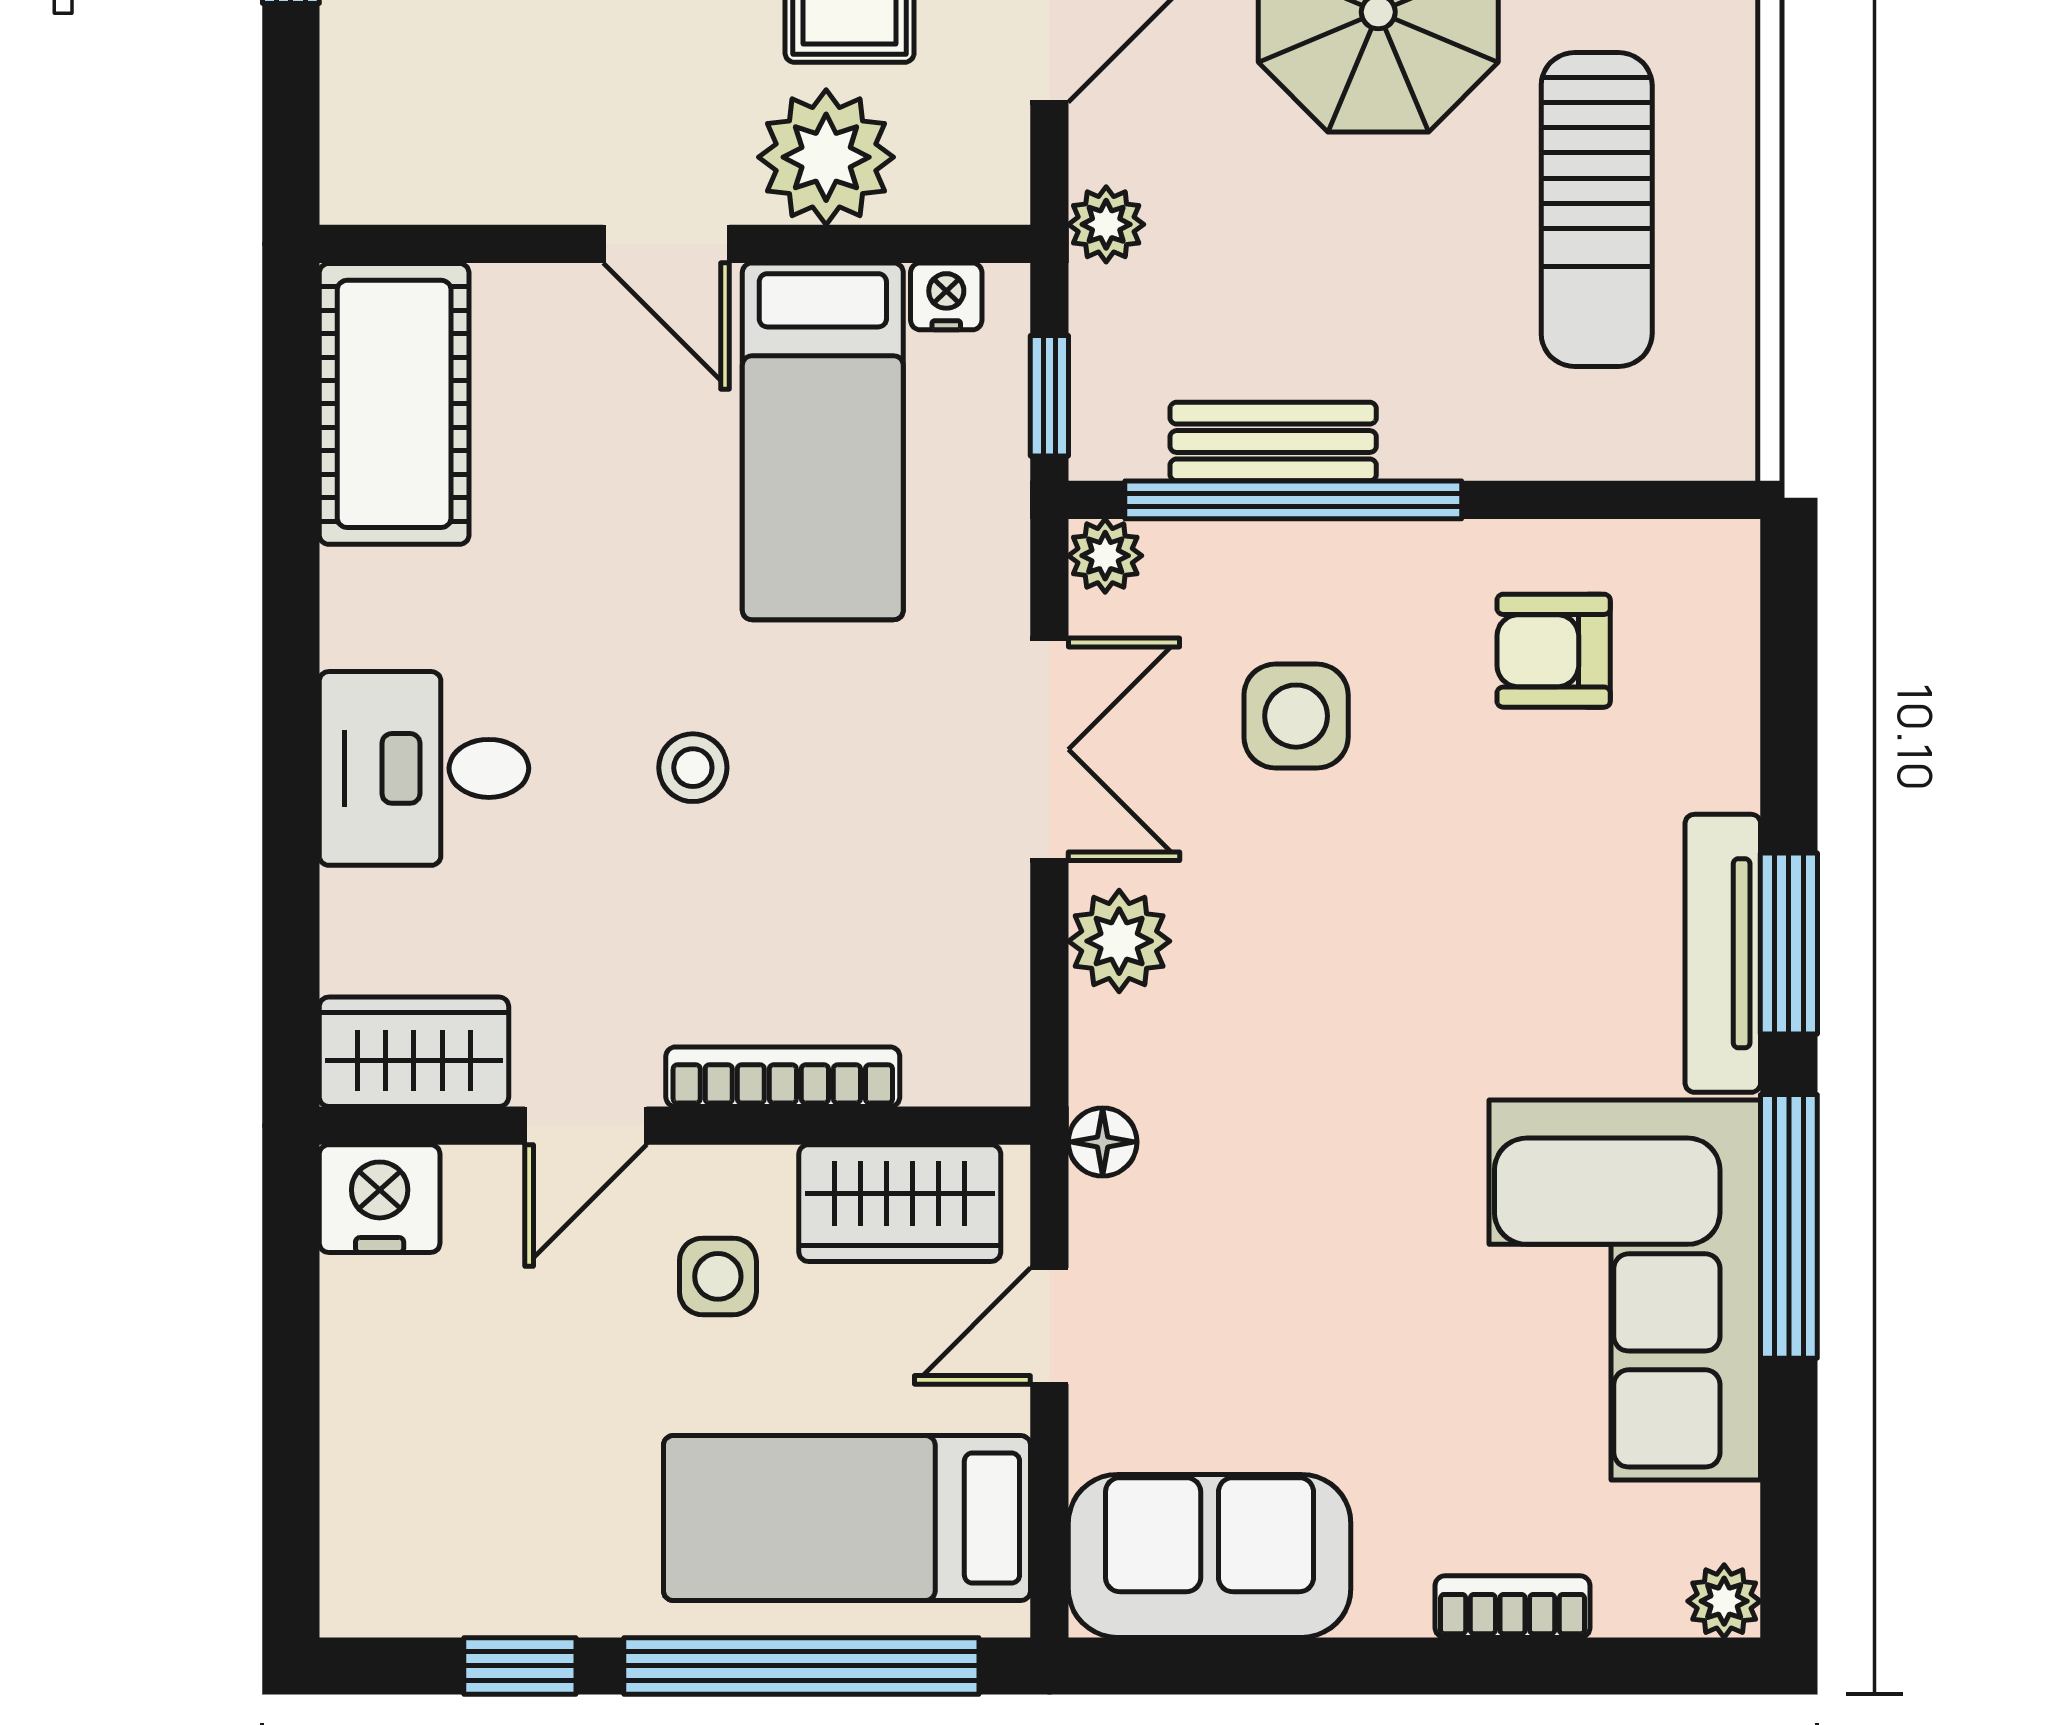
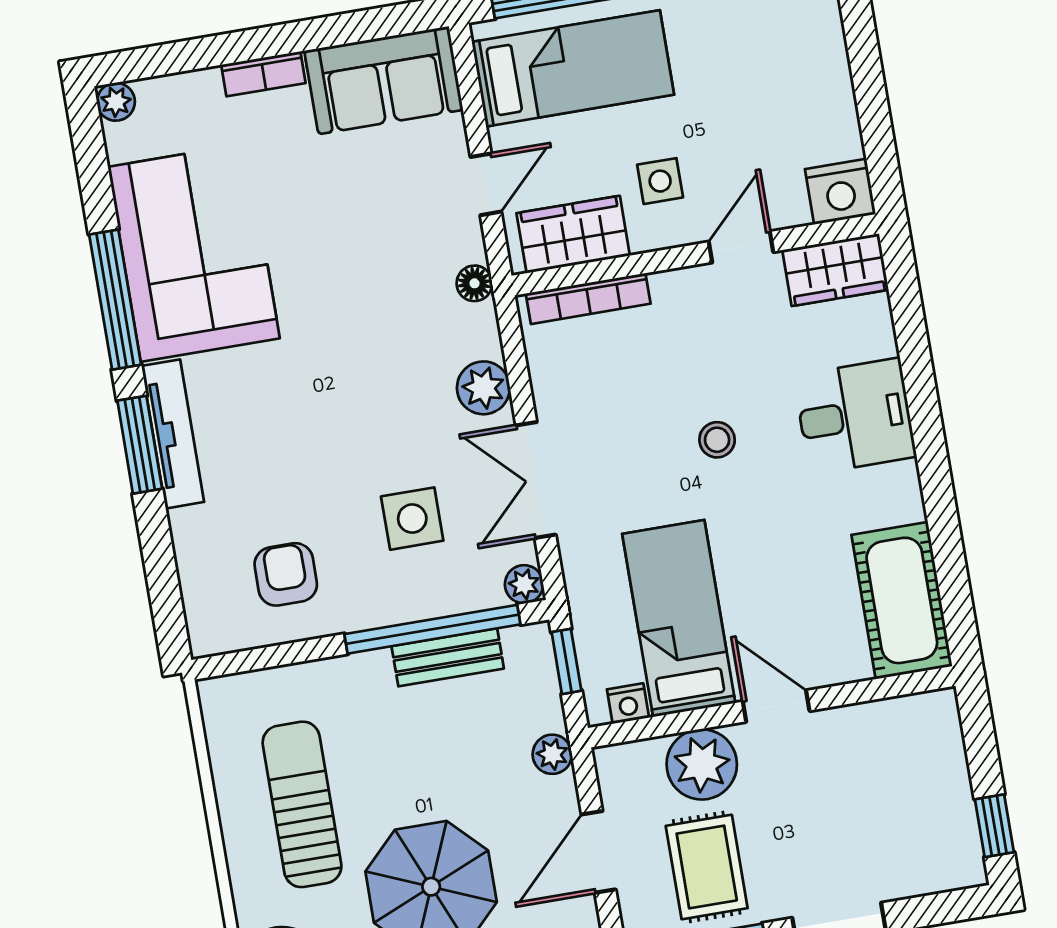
armchair: (1554, 651) -> (286, 574), turned -90
bookcase: (783, 1077) -> (588, 299), moved
bookcase: (1513, 1607) -> (263, 74), moved

